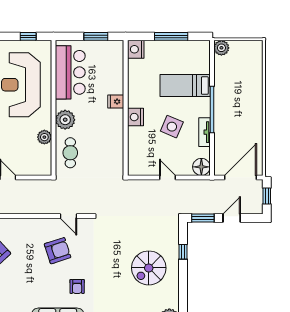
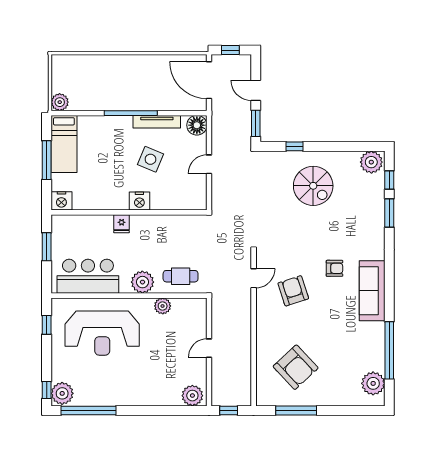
bed: (185, 86) -> (64, 144), moved
tv unit: (204, 132) -> (157, 122), width x1.41

